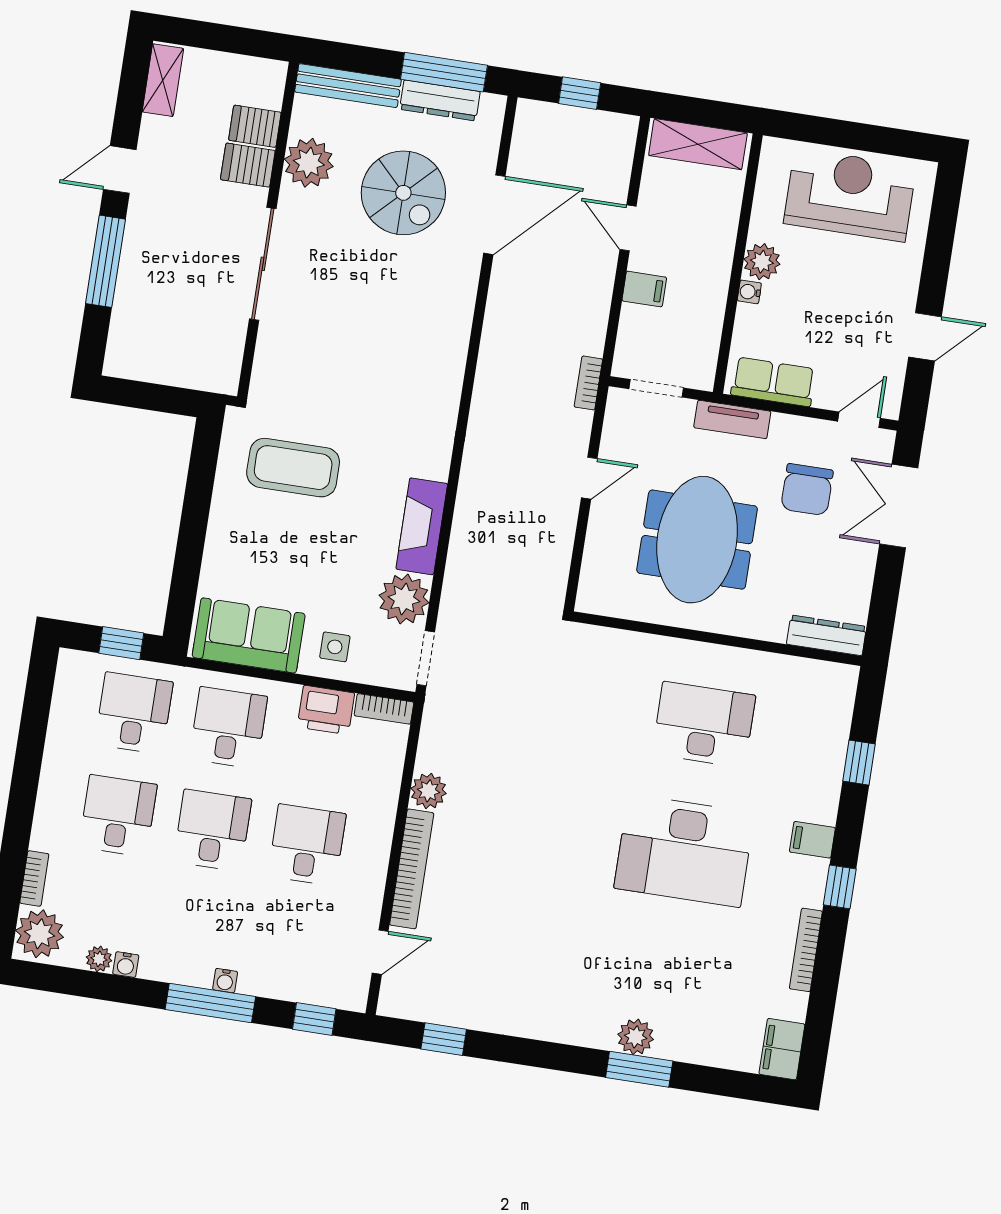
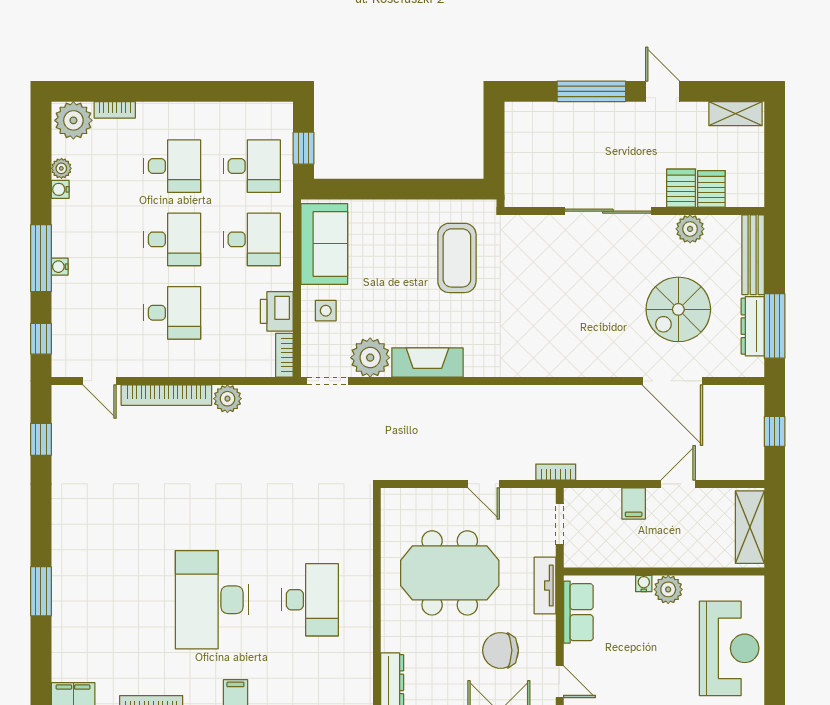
plant: (309, 163) -> (690, 229), width x0.73, depth x0.73
plant: (636, 1037) -> (65, 585), removed

